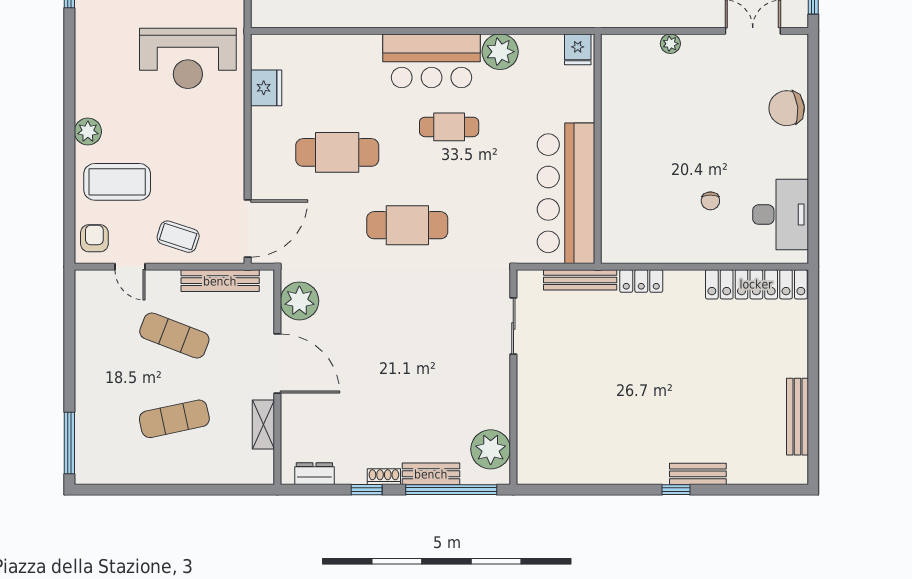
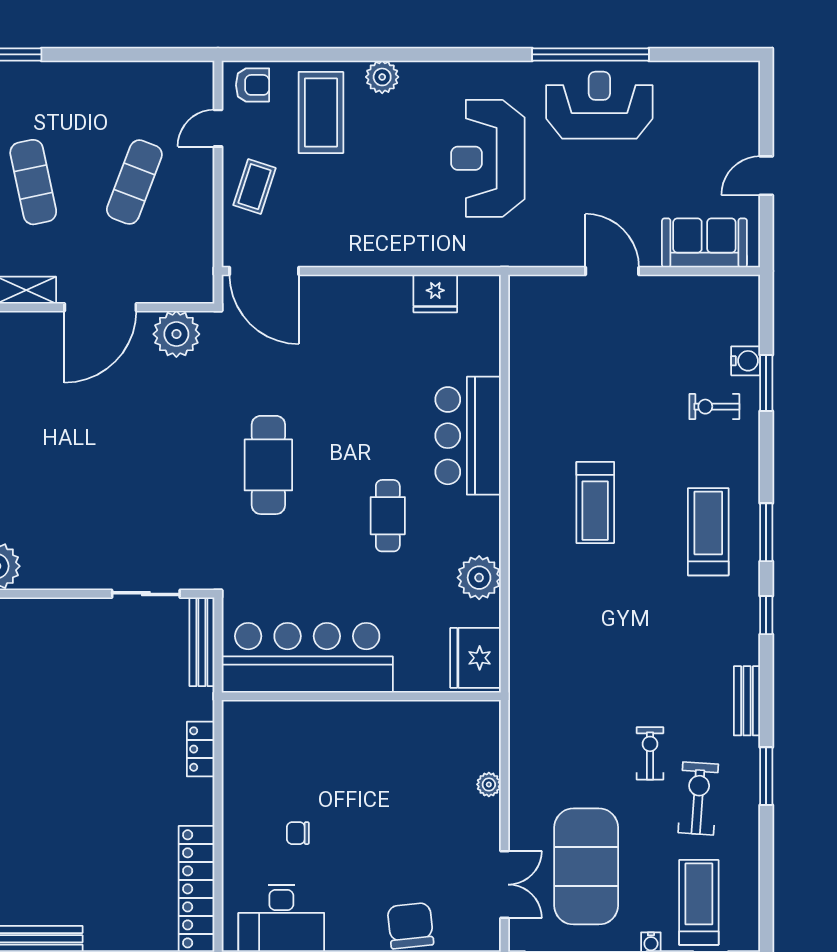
fridge: (578, 49) -> (476, 658), width x1.88, depth x1.34
reception desk: (188, 58) -> (488, 158), moved
bar counter: (432, 61) -> (468, 436), moved
cafe table: (337, 152) -> (357, 380), removed
bench: (580, 280) -> (202, 642), moved
bench: (220, 281) -> (201, 238), removed

